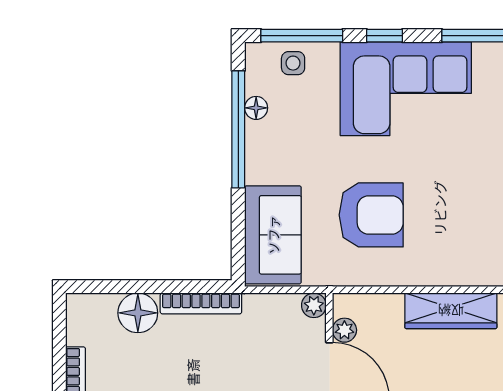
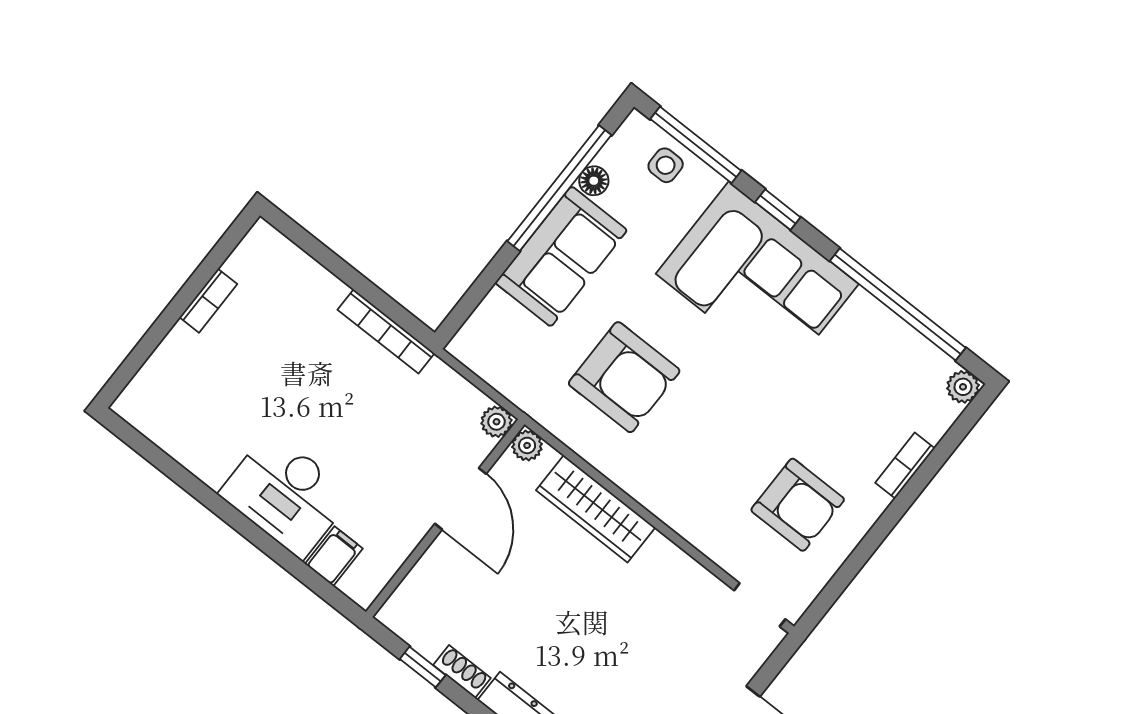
sofa: (273, 235) -> (561, 256), moved
wardrobe: (451, 311) -> (596, 509), moved
floor lamp: (138, 313) -> (316, 291), removed
plant: (344, 330) -> (527, 445), moved

